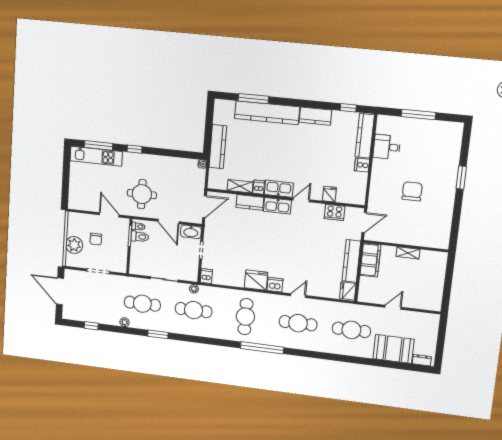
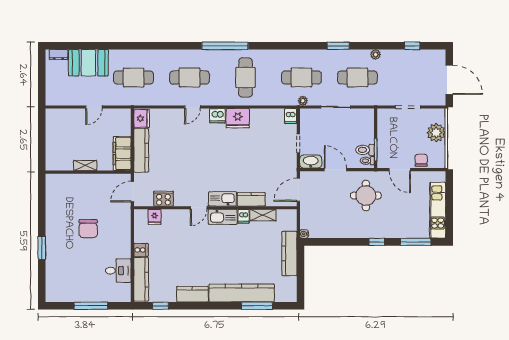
kitchen unit: (96, 156) -> (438, 210), moved, turned -90
fridge: (329, 194) -> (155, 217), moved
chair: (96, 239) -> (421, 160), moved

